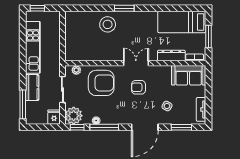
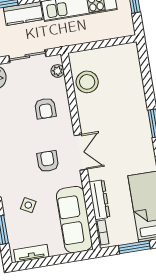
stool: (108, 24) -> (87, 82), moved
sofa: (189, 75) -> (74, 220), width x1.36
armchair: (101, 83) -> (45, 108), width x0.53, depth x0.53

